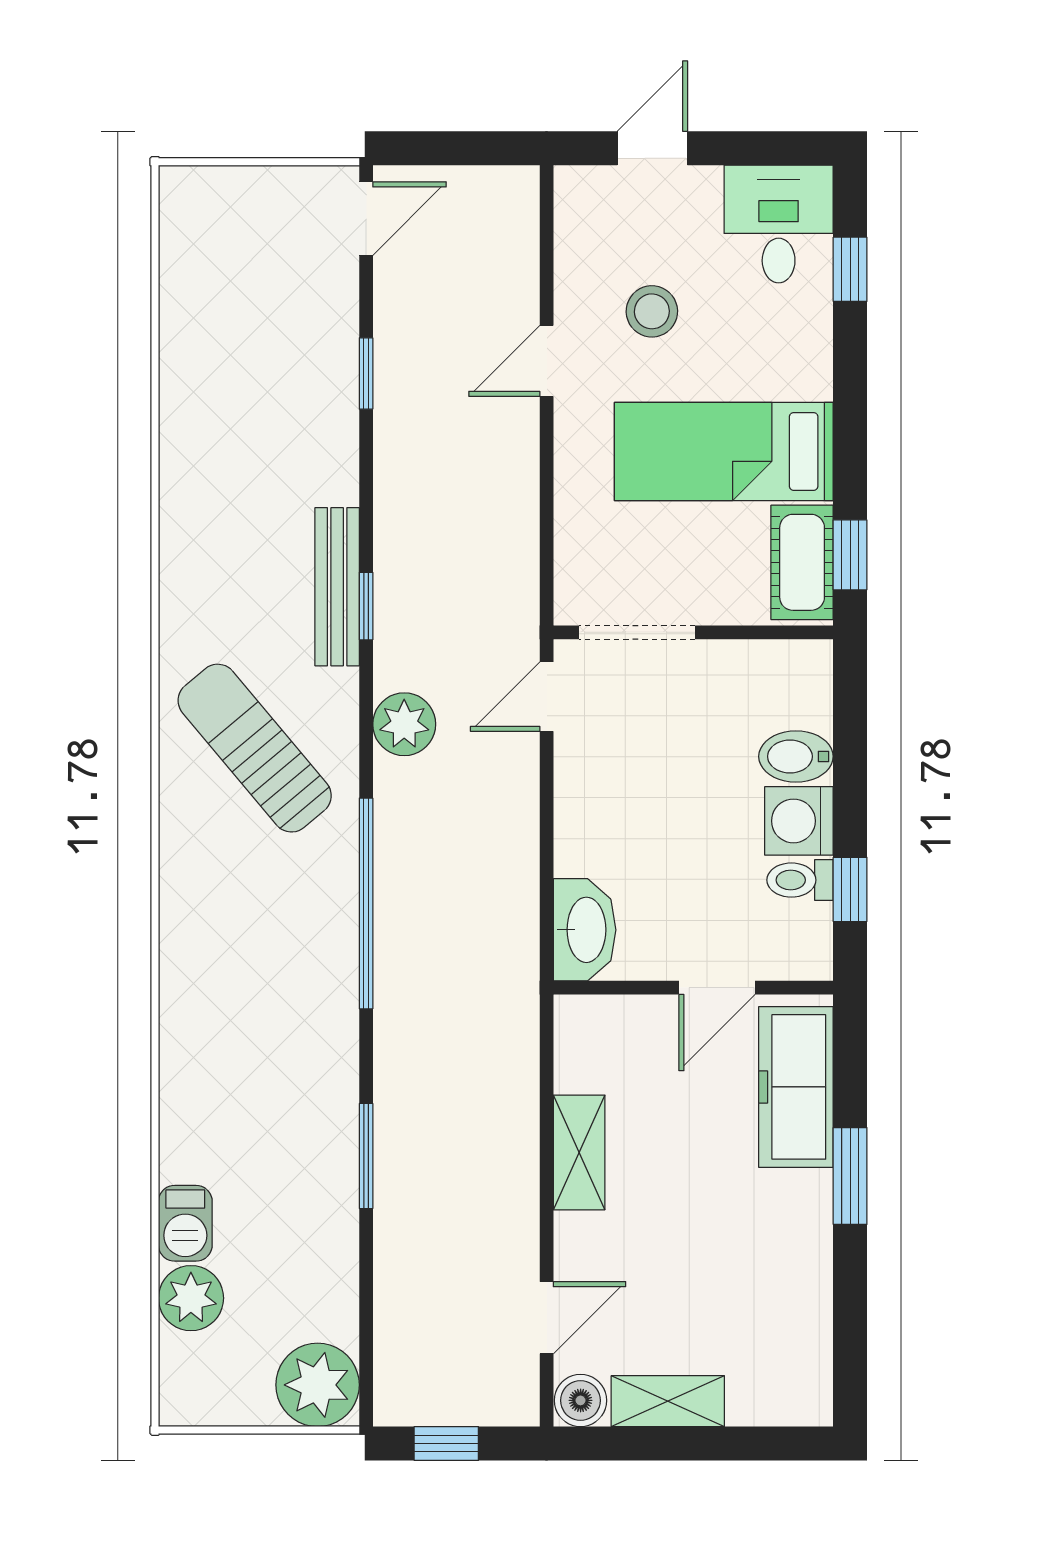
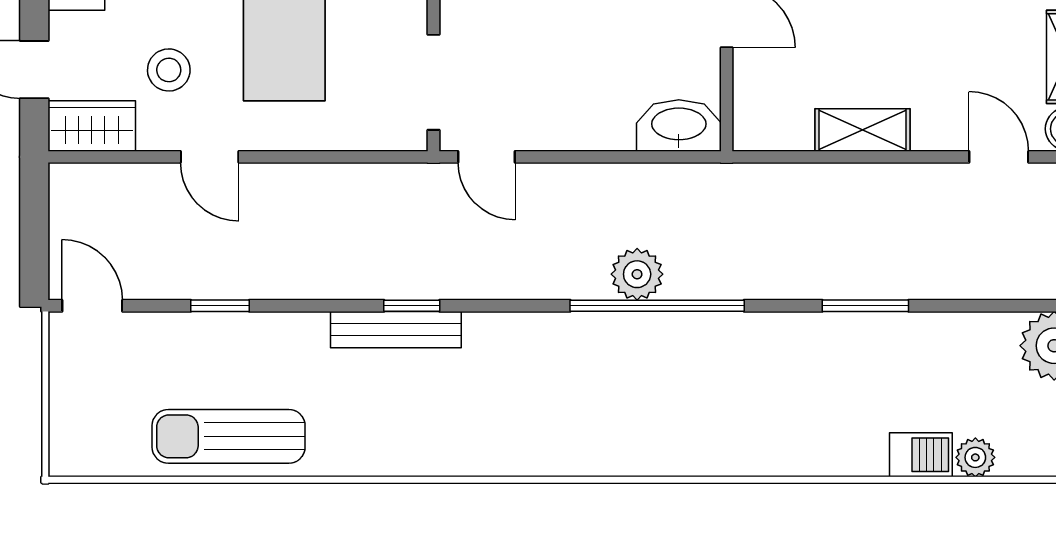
wardrobe: (584, 218) -> (92, 126), added
plant: (404, 724) -> (637, 274), moved
sun lounger: (255, 748) -> (229, 436), moved, turned 40
plant: (191, 1298) -> (975, 457), width x0.73, depth x0.73

